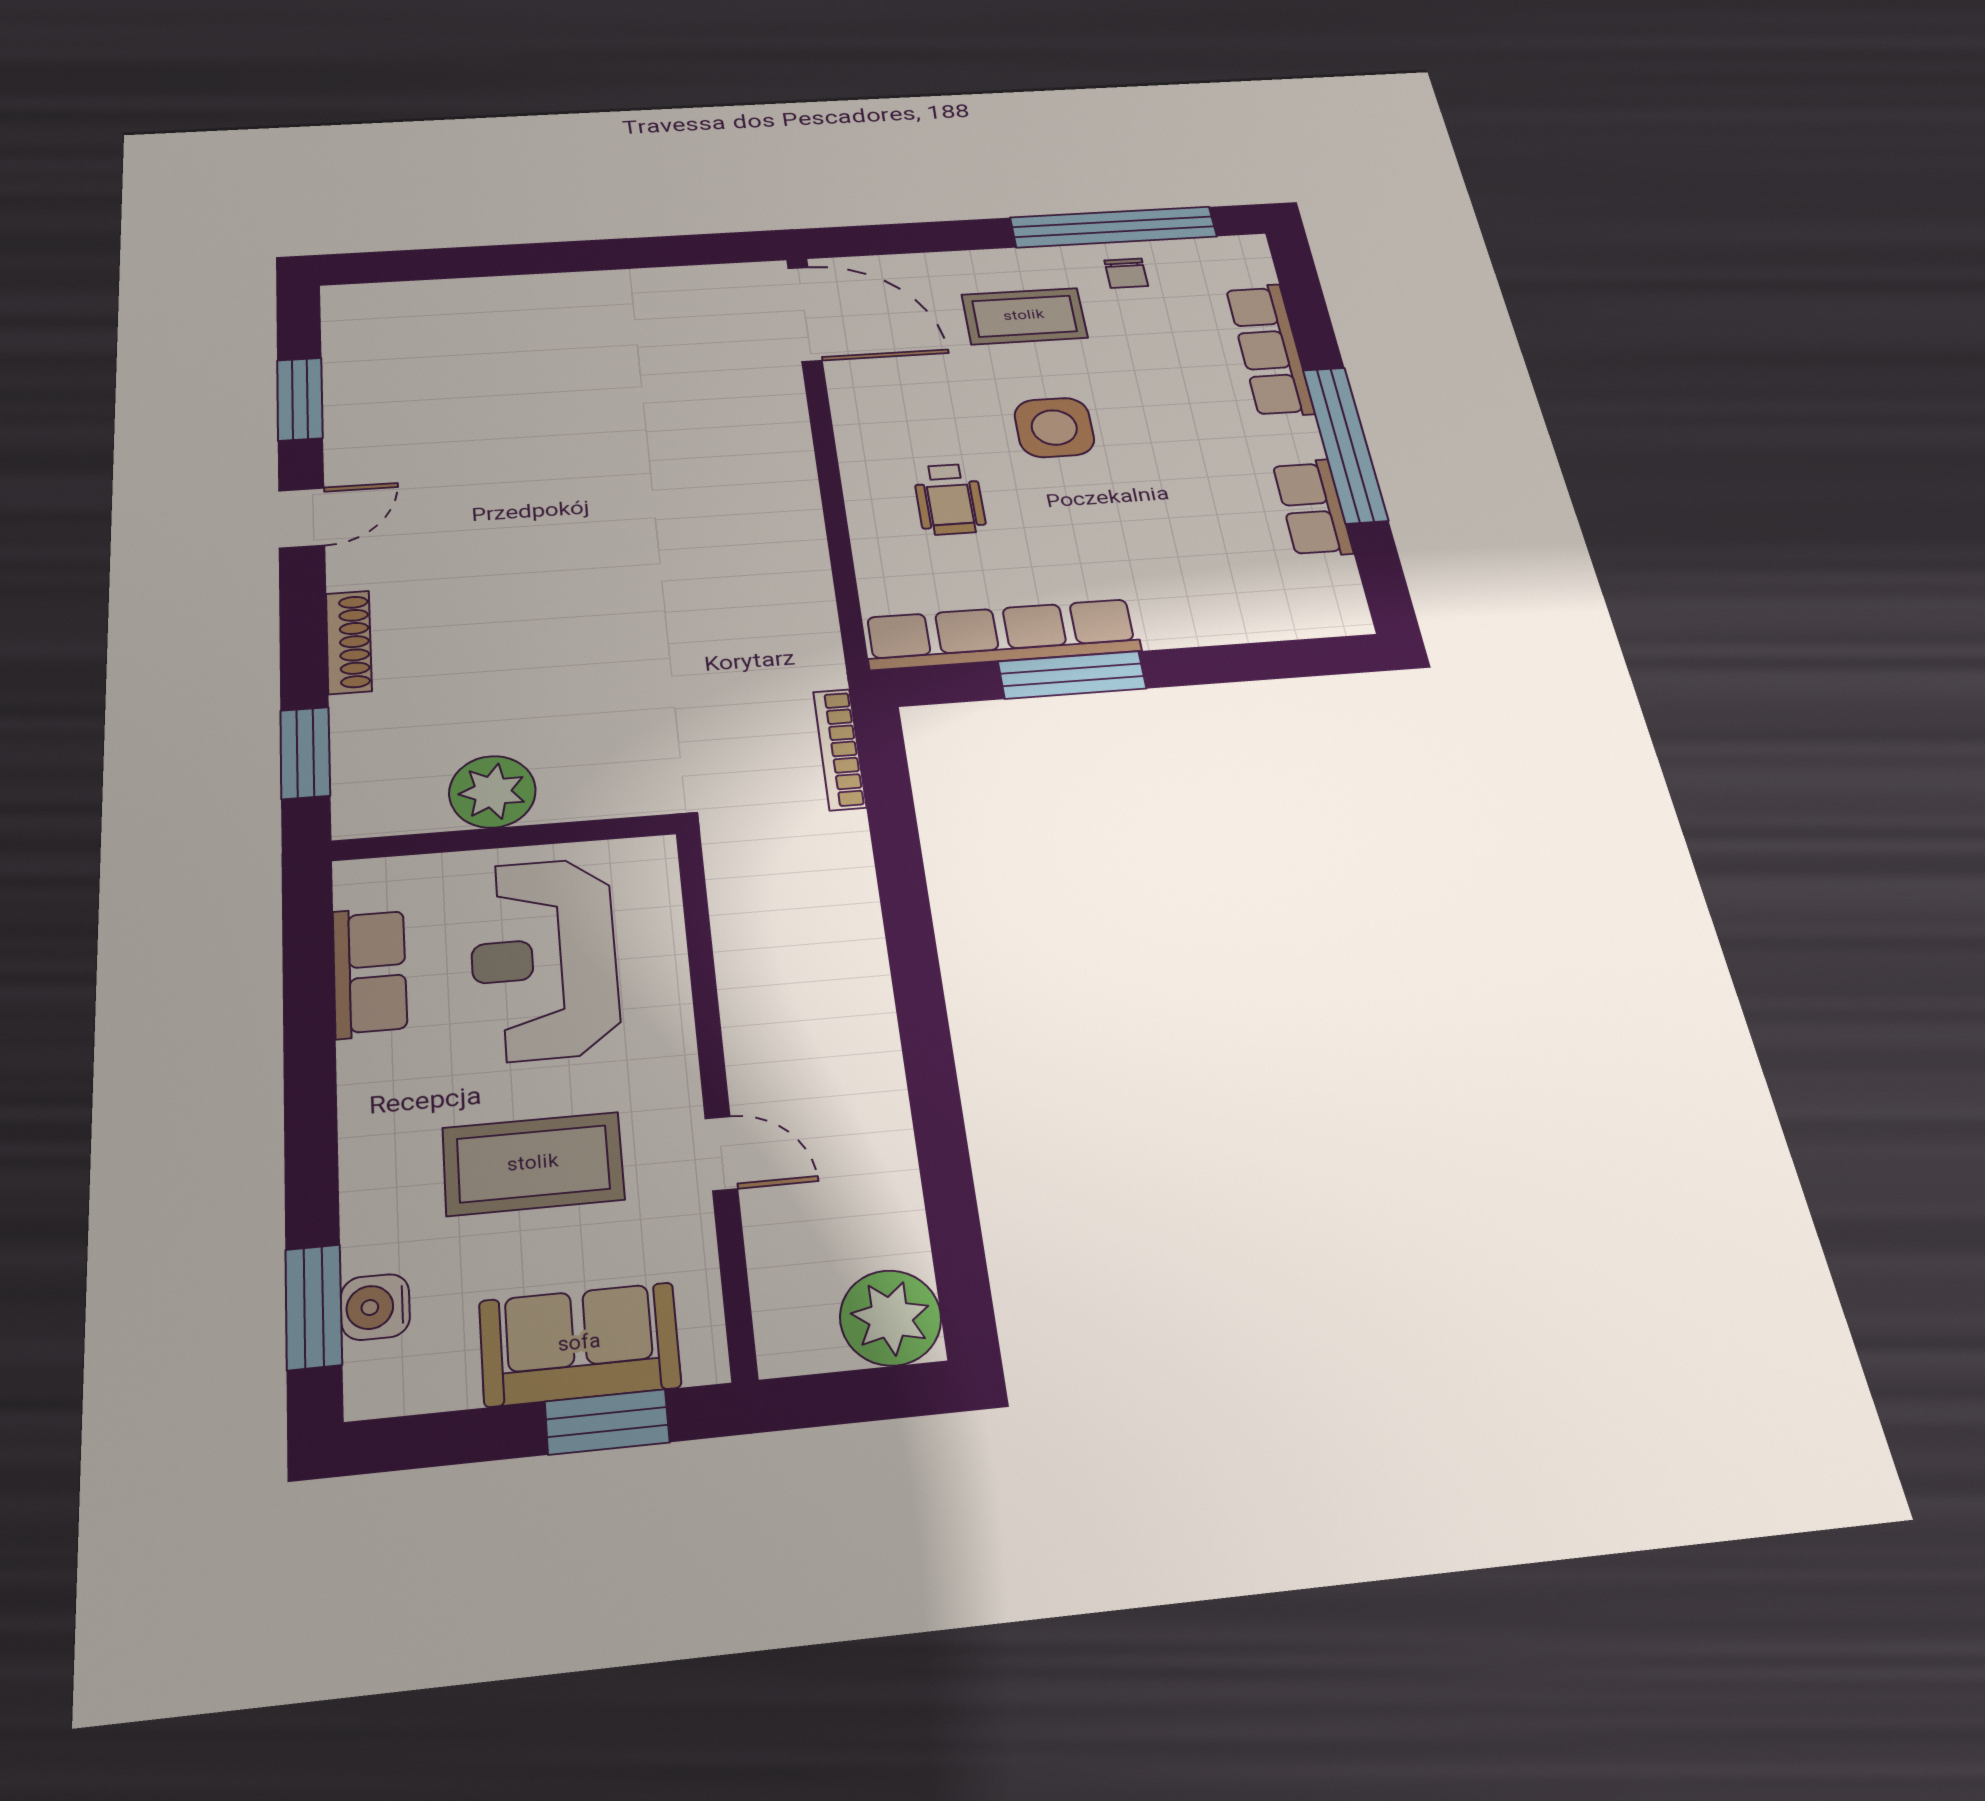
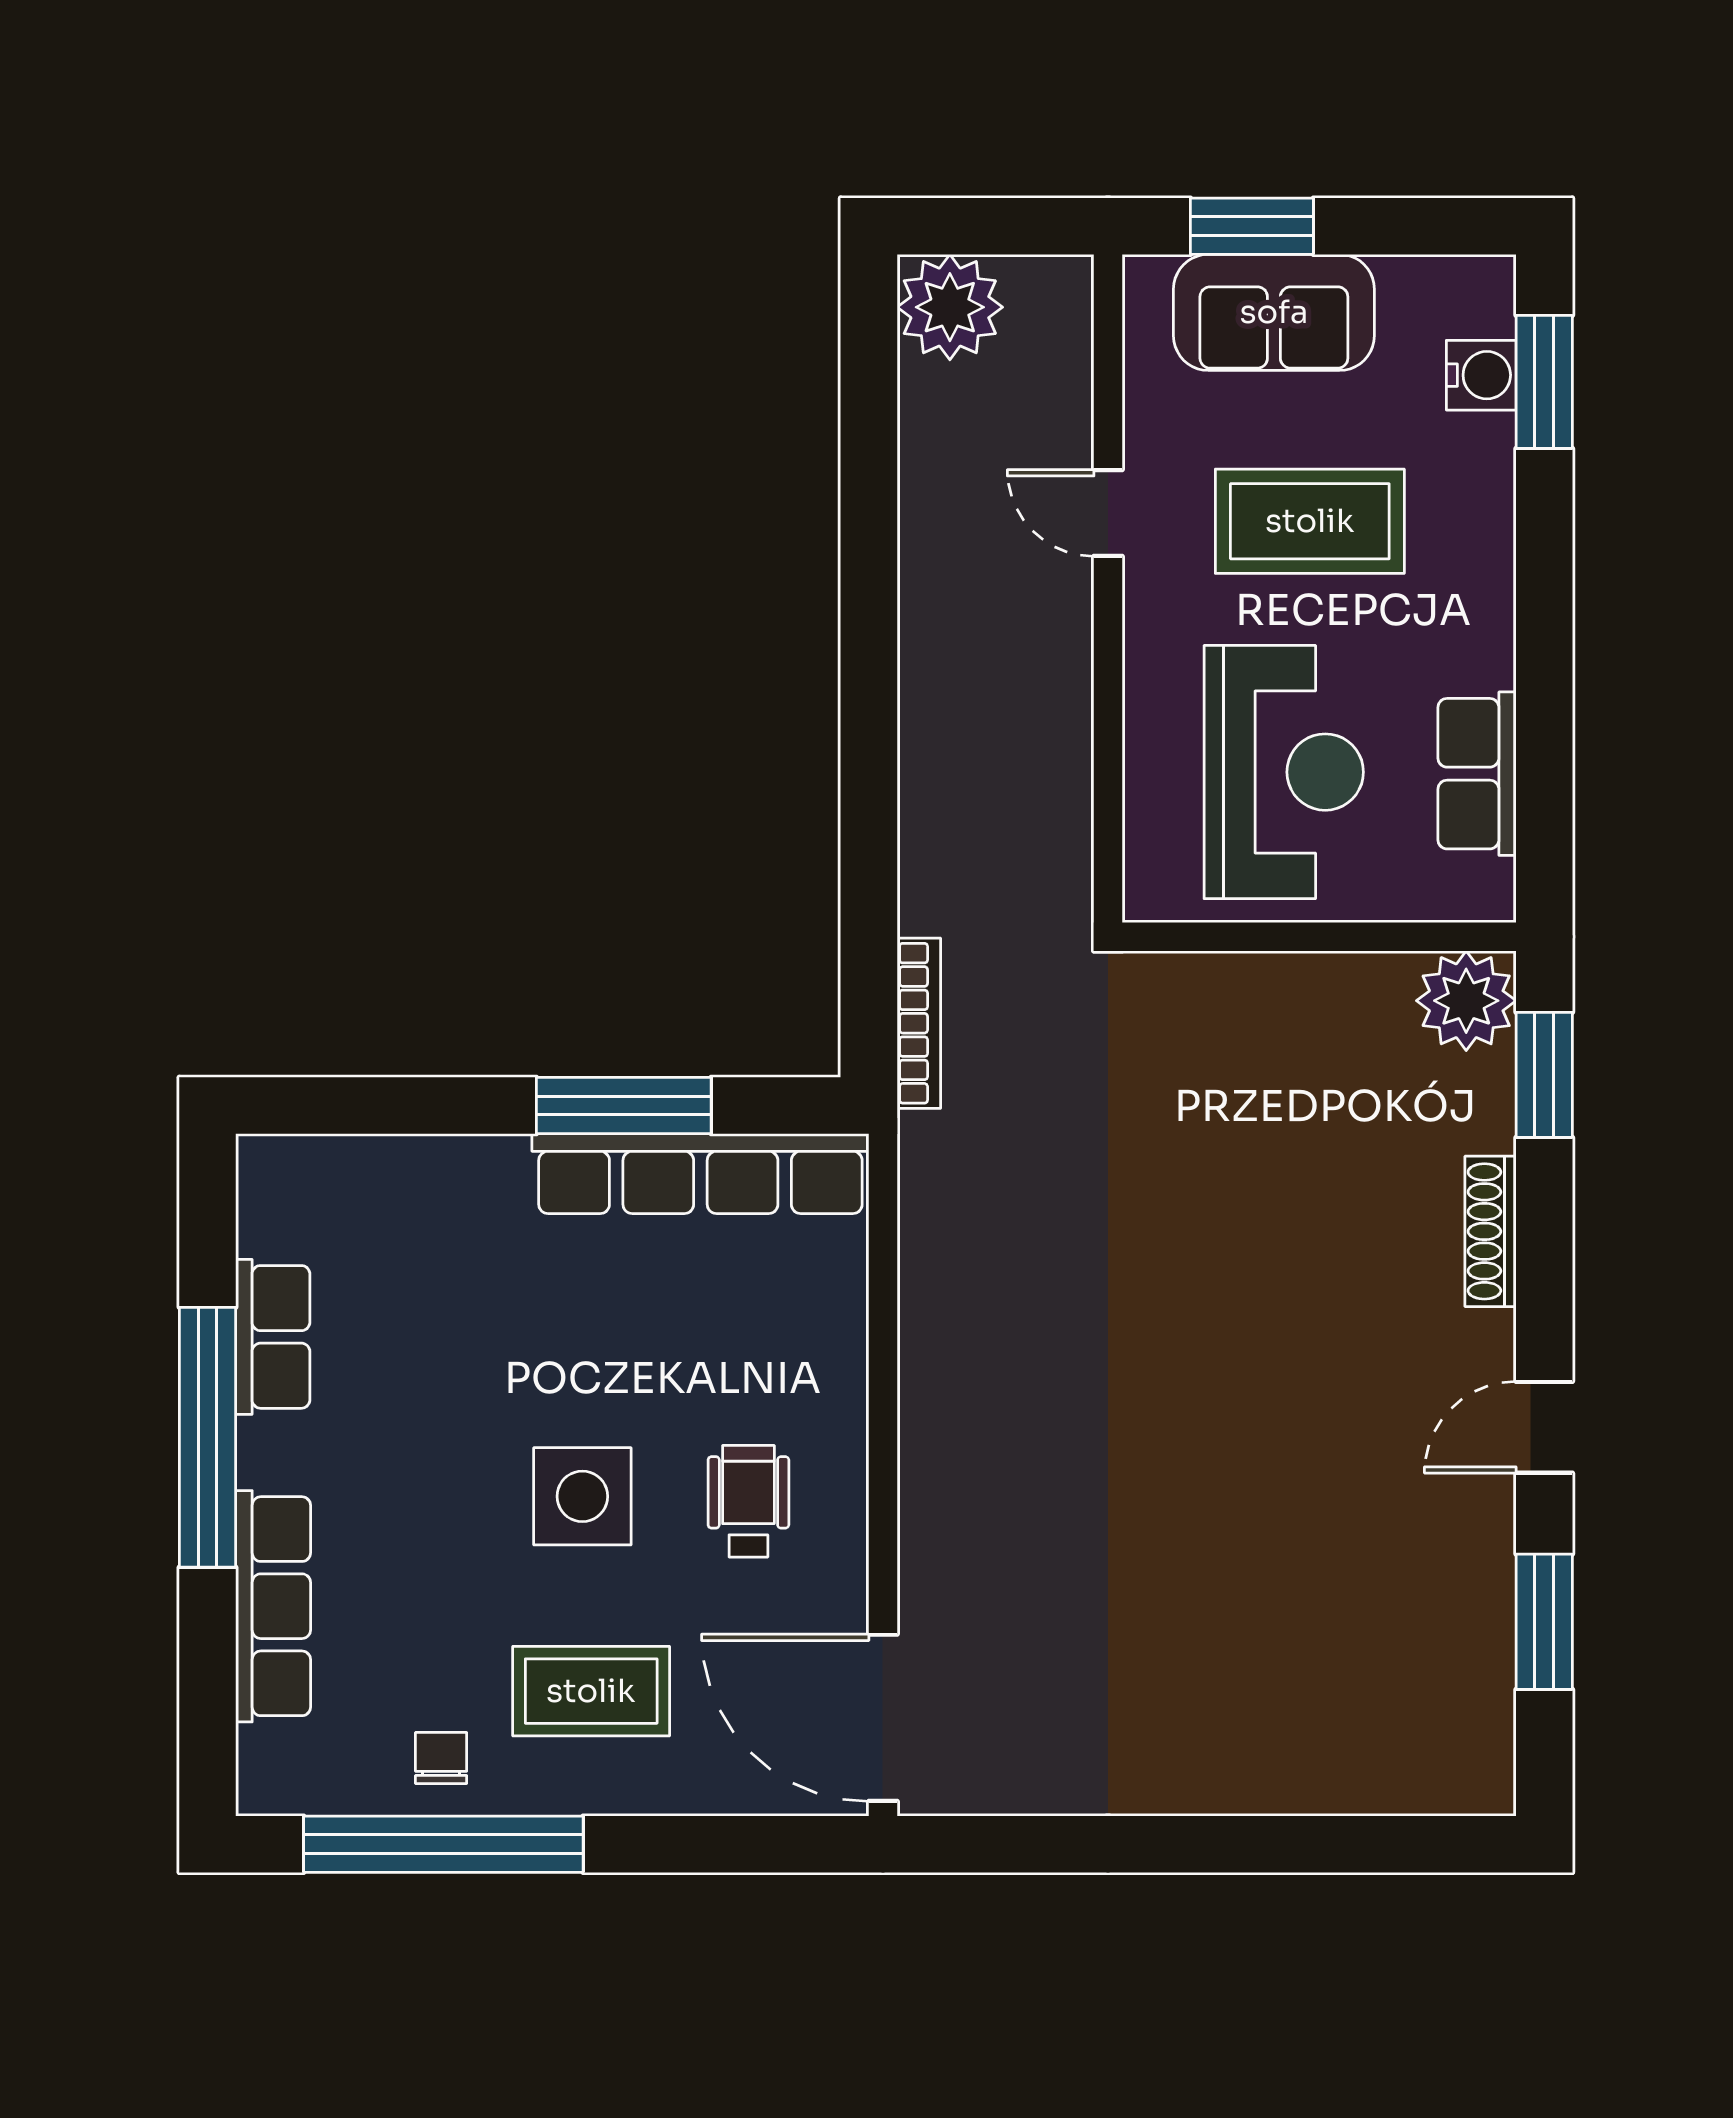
wheelchair: (949, 499) -> (748, 1501), moved
plant: (492, 792) -> (1466, 1001), moved

